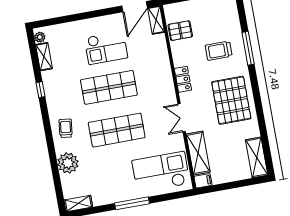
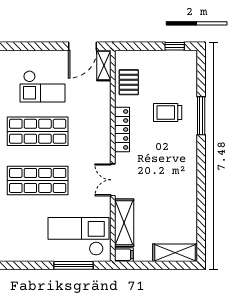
pallet: (180, 31) -> (129, 82), turned 90
locker: (183, 79) -> (122, 129), width x1.53
pallet: (231, 100) -> (172, 170), removed
shelving: (257, 157) -> (175, 253), moved, turned 90
window: (132, 203) -> (74, 265), moved

